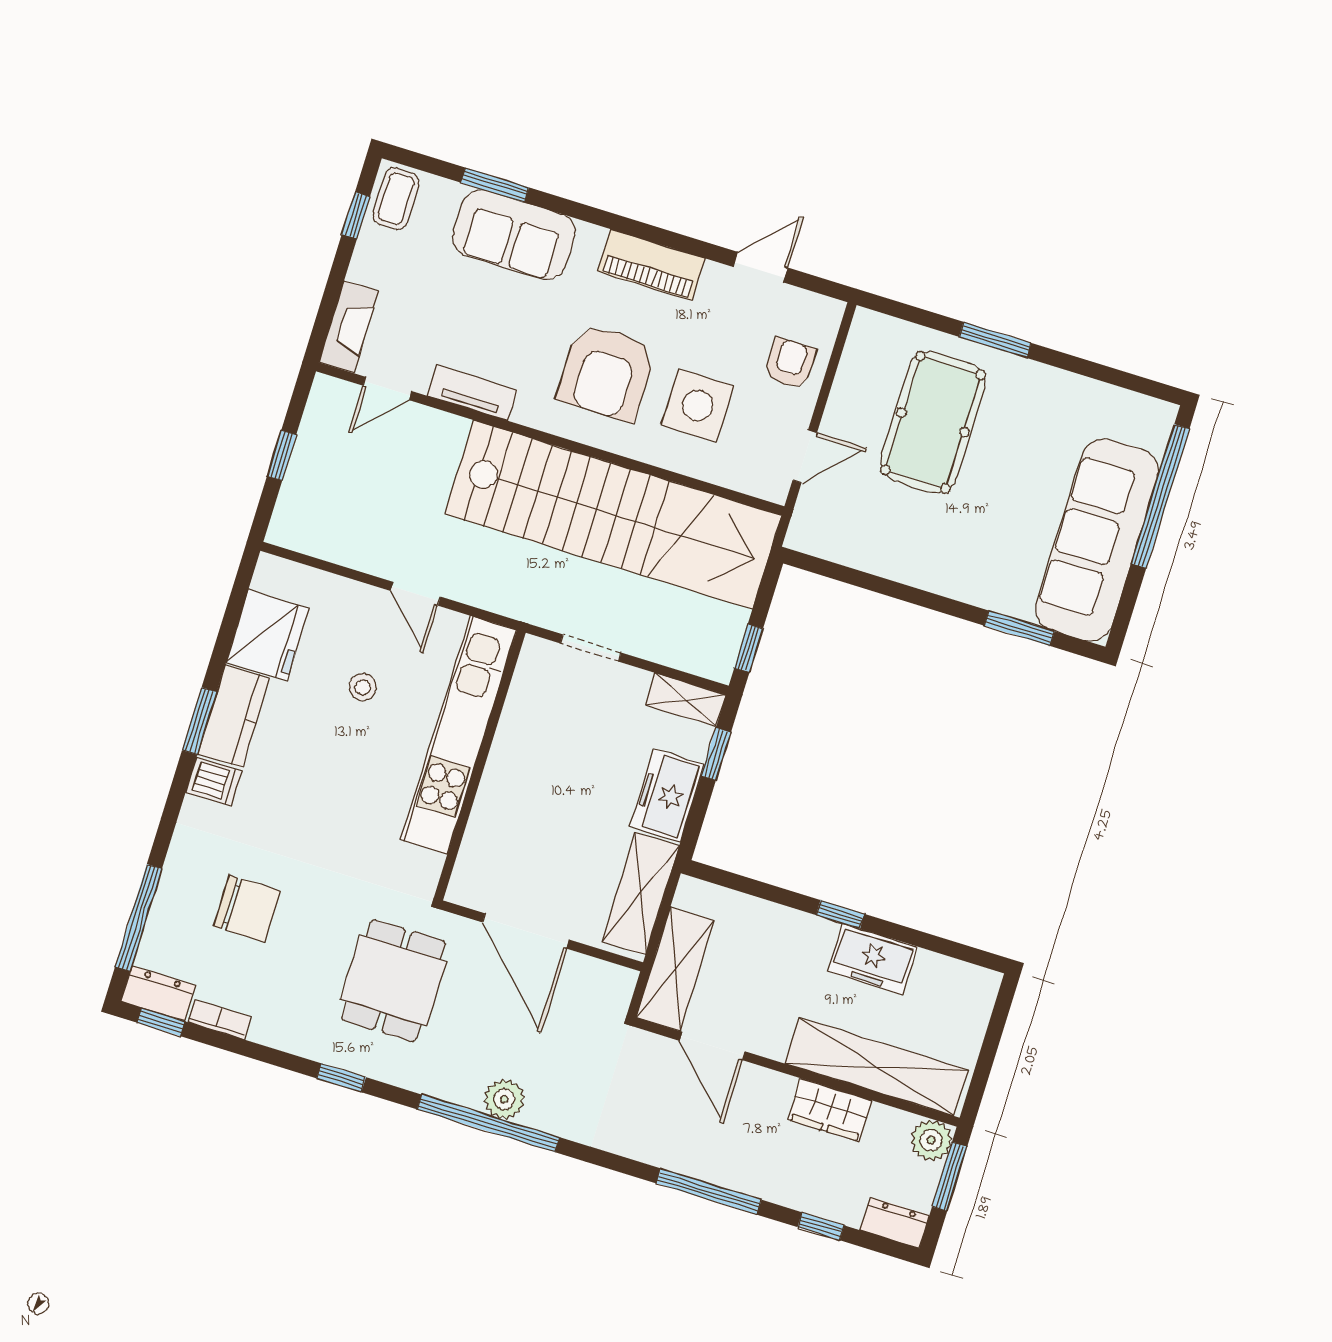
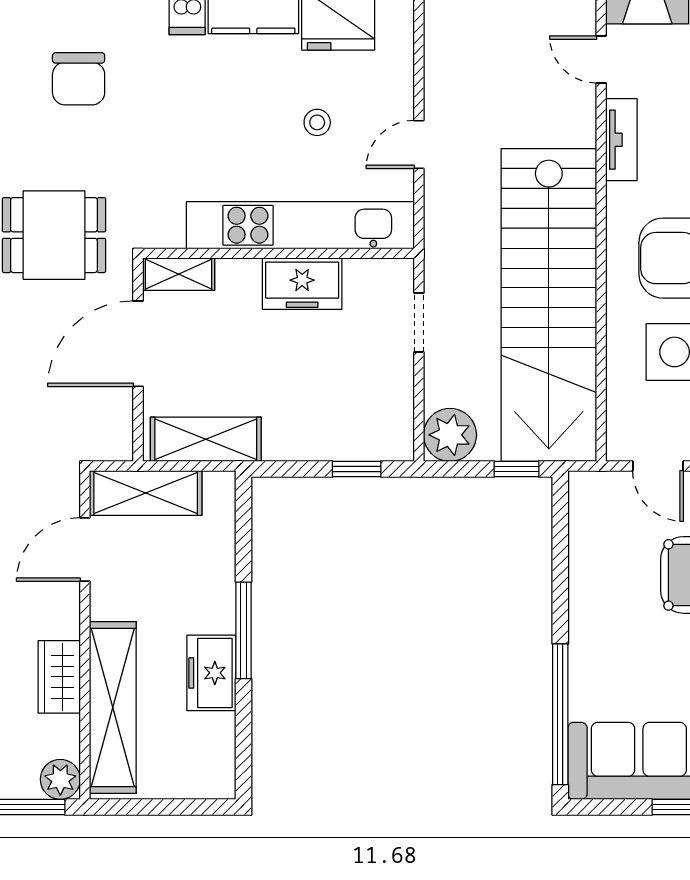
window: (1019, 628) -> (560, 714), width x2.11
window: (749, 648) -> (516, 469), moved
plant: (711, 652) -> (450, 435), added
shelving: (686, 700) -> (179, 274), moved, turned 90
freezer: (667, 796) -> (302, 284), moved, turned 180
window: (840, 914) -> (244, 630), width x2.17

